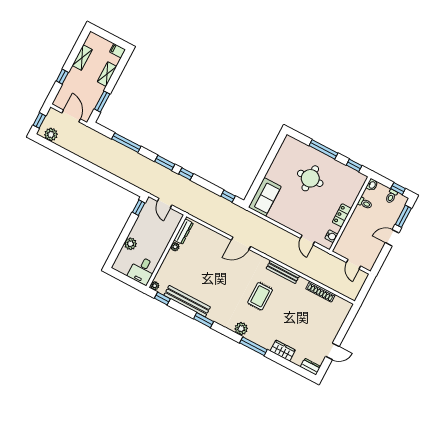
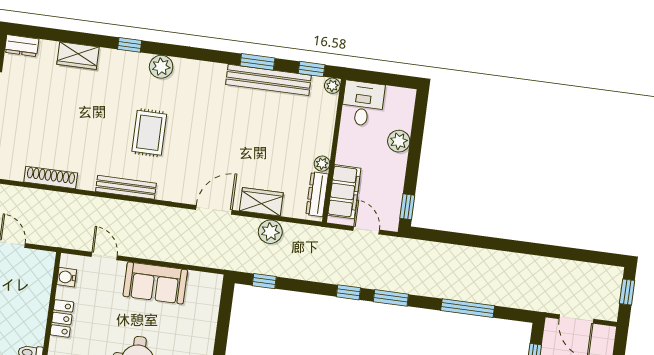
plant: (51, 134) -> (270, 232), moved
sofa: (265, 197) -> (155, 283), moved, turned -90
filing cabinet: (169, 228) -> (344, 192), added
wardrobe: (214, 238) -> (261, 202), added
window: (204, 320) -> (257, 62), moved
window: (253, 346) -> (130, 45), width x0.46

